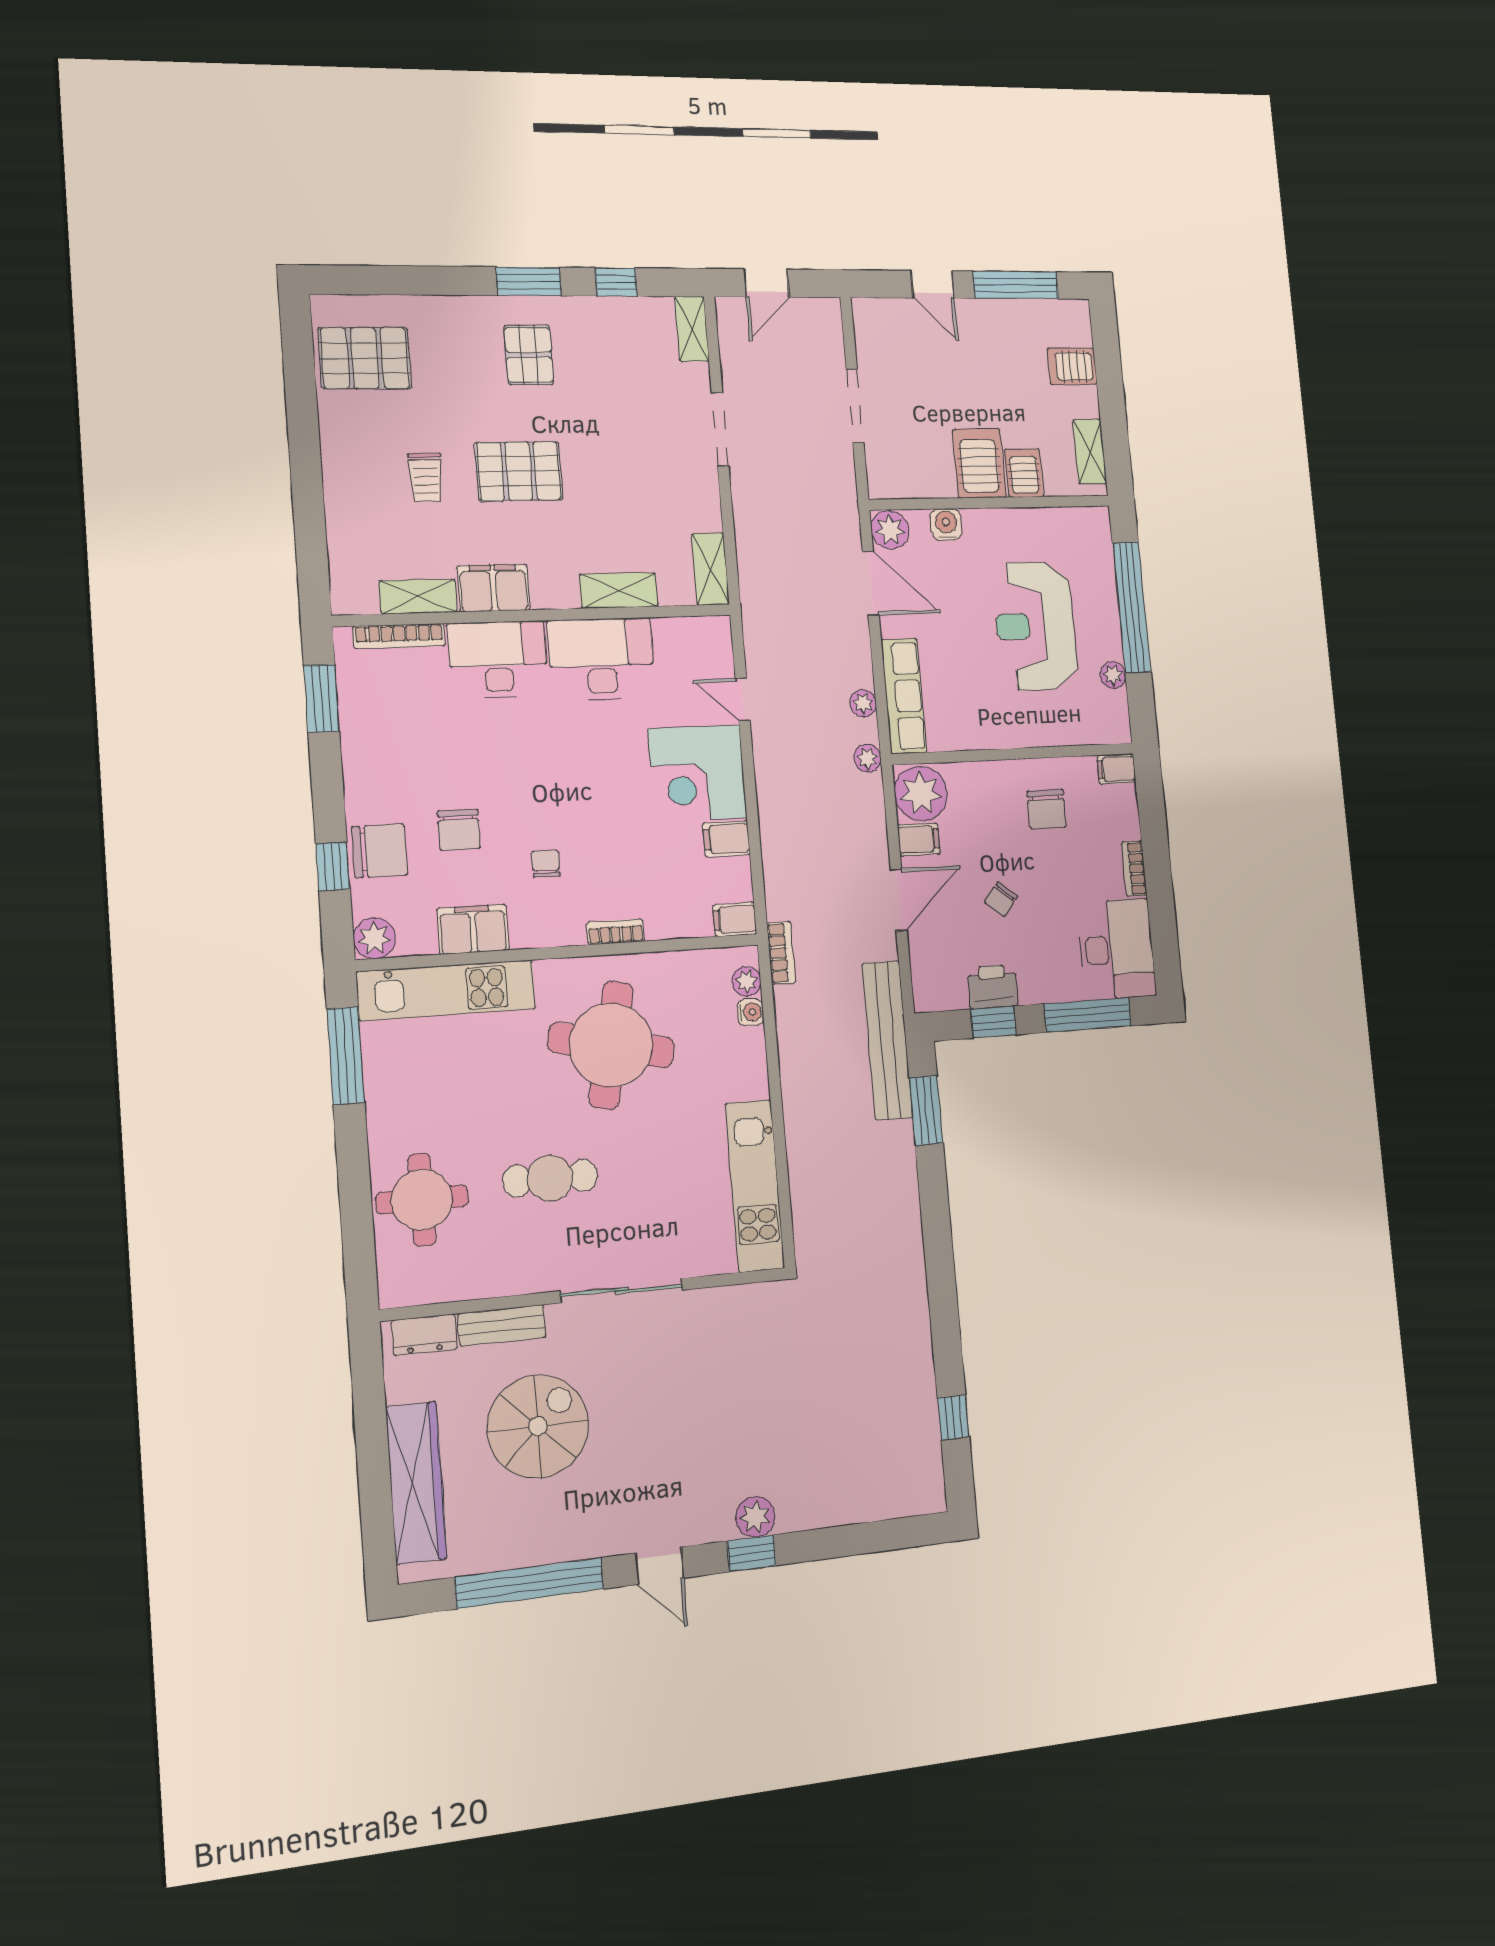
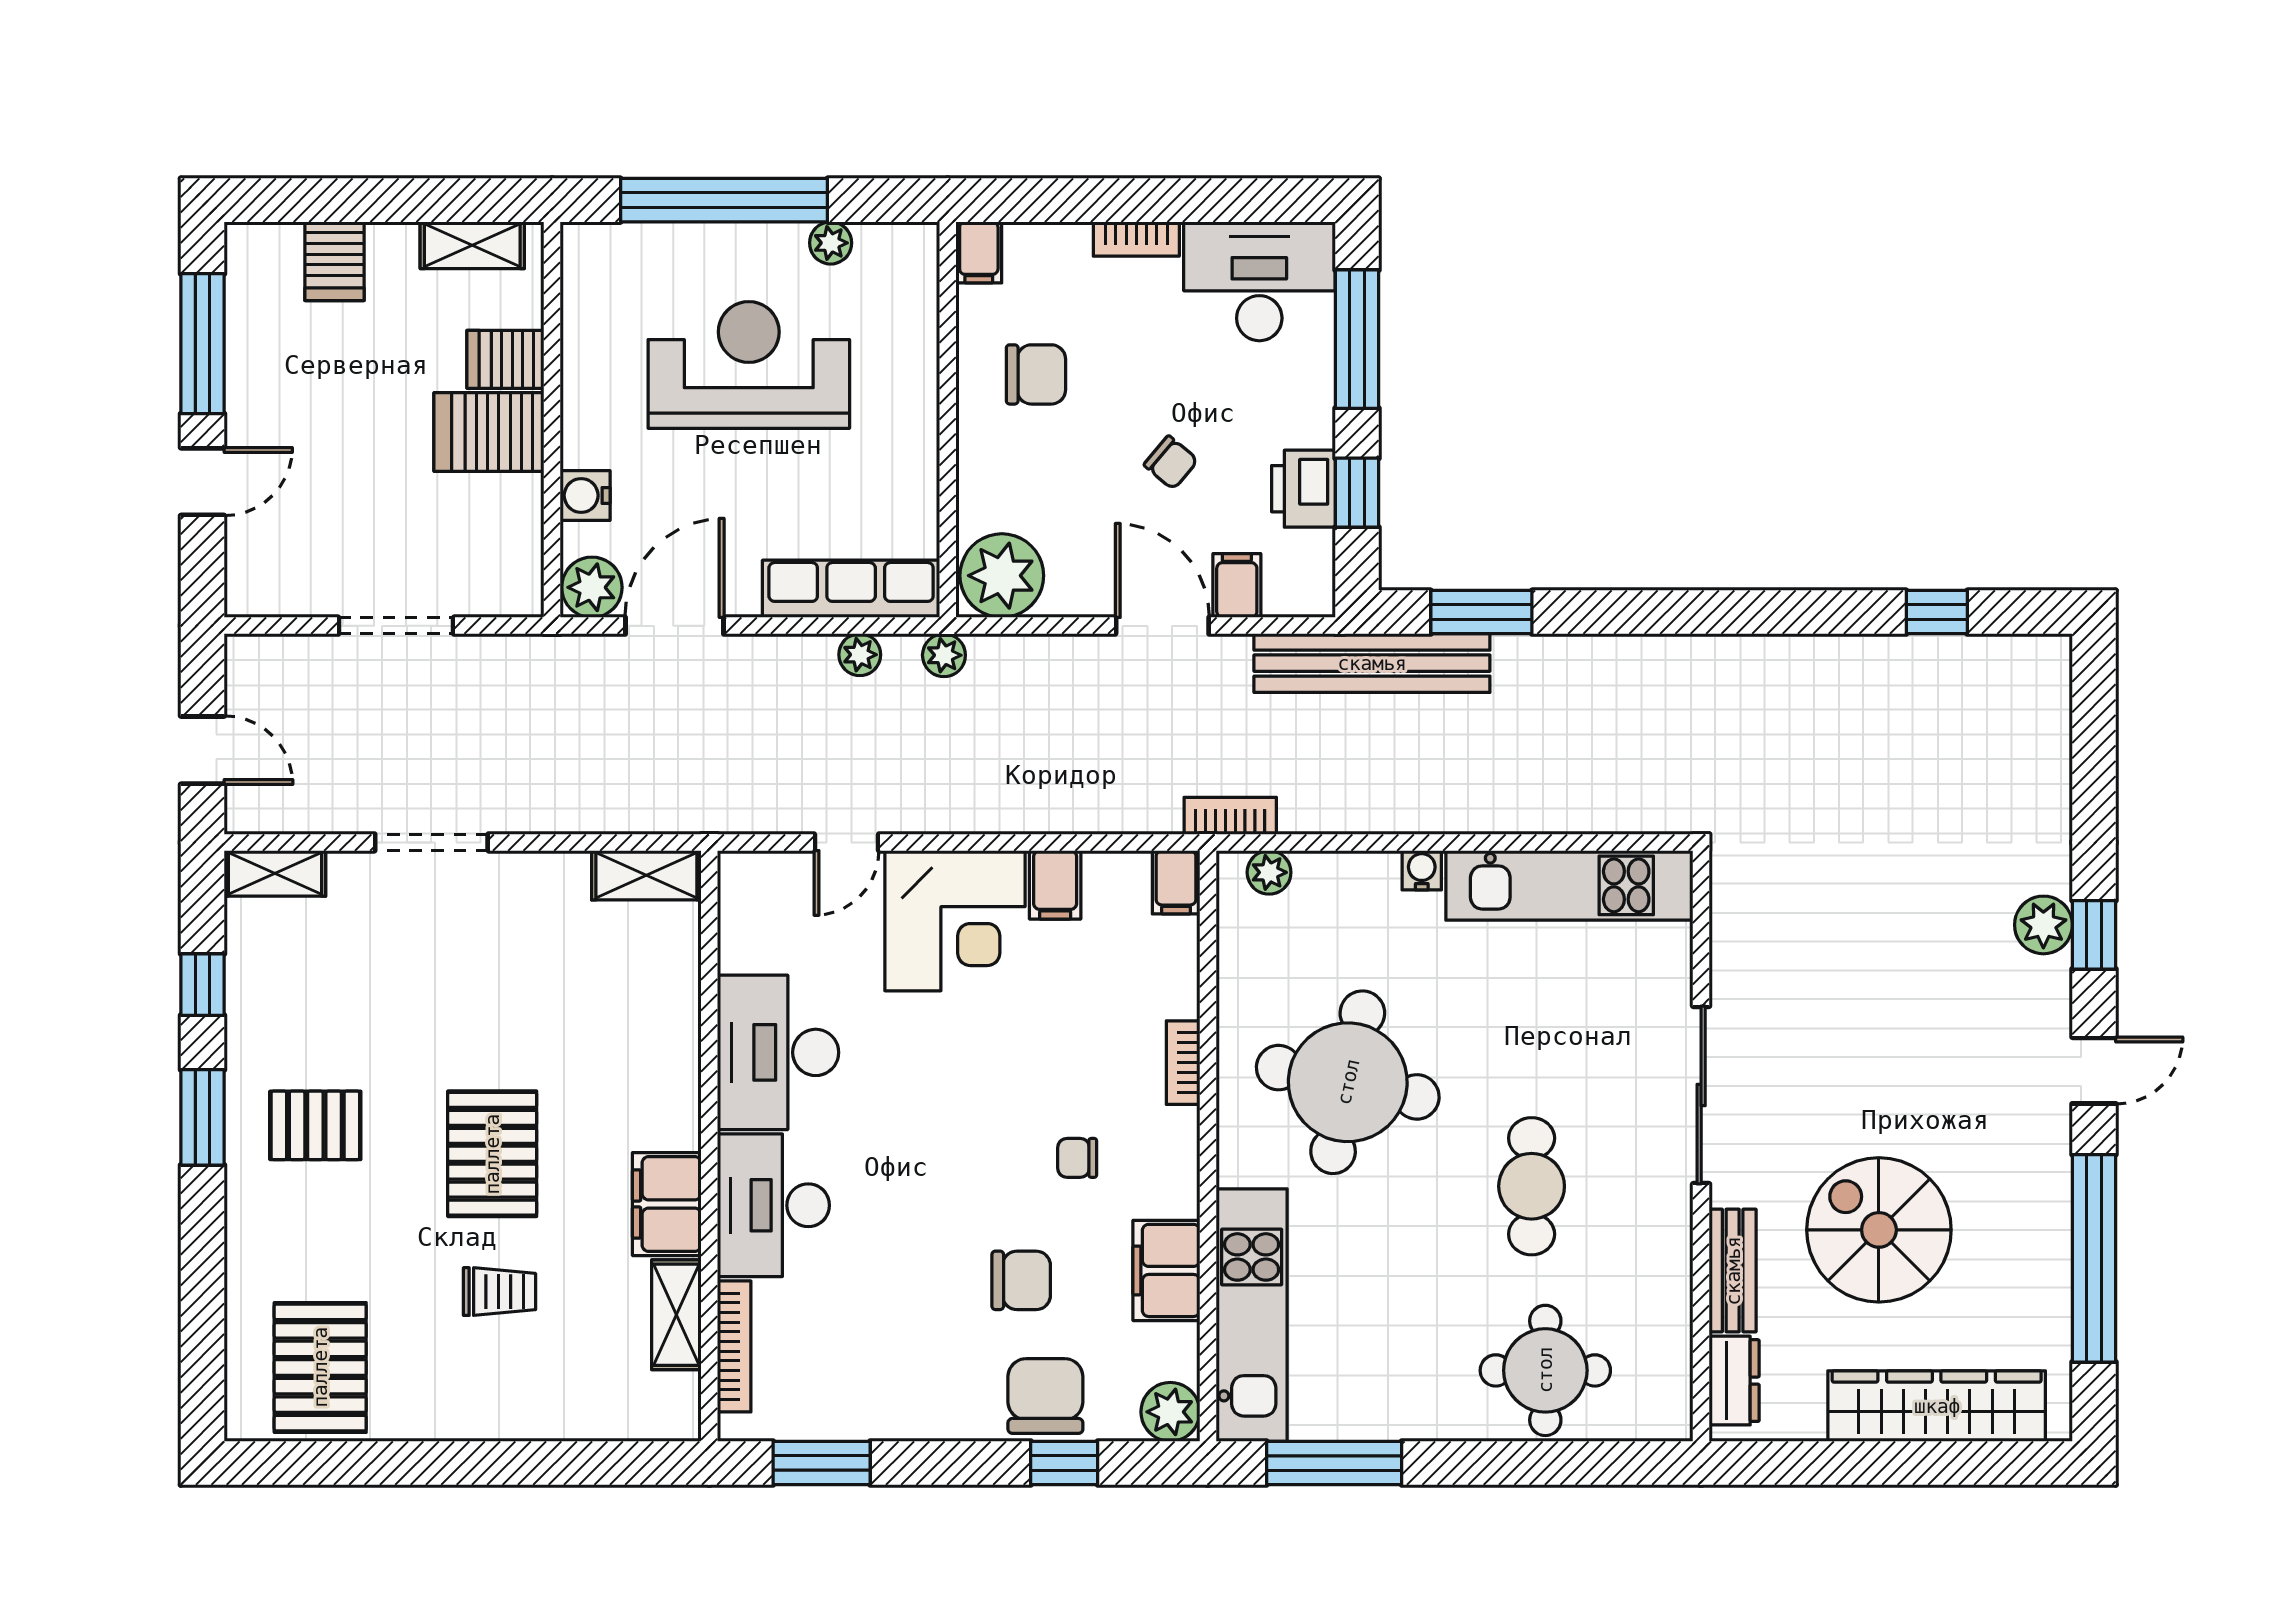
shelving: (619, 590) -> (675, 1018), removed
reception desk: (1035, 626) -> (749, 365), turned 180
filing cabinet: (919, 839) -> (1237, 586), moved
water cooler: (750, 1012) -> (1422, 870), moved

